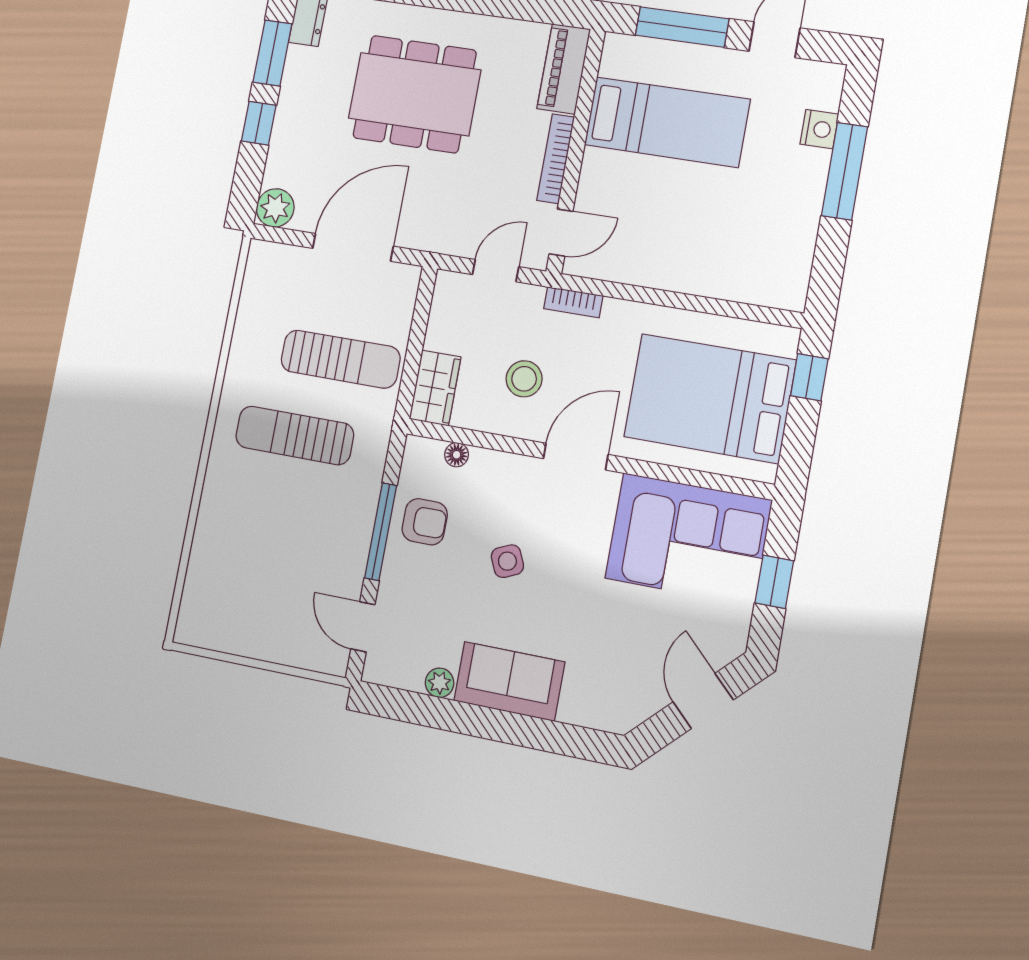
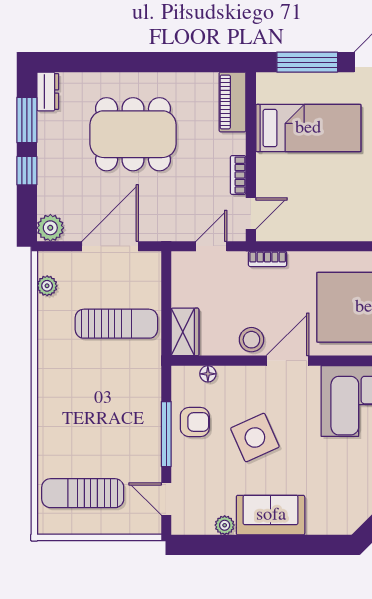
bookcase: (556, 159) -> (238, 175), width x0.64
plant: (255, 289) -> (47, 286), added
stool: (524, 379) -> (251, 340), moved
sun lounger: (295, 435) -> (83, 493), moved
side table: (507, 561) -> (255, 437), width x1.87, depth x1.87

